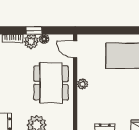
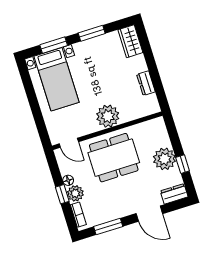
door: (75, 49) -> (69, 143), hinge flipped
plant: (83, 84) -> (108, 116), width x1.88, depth x1.88

